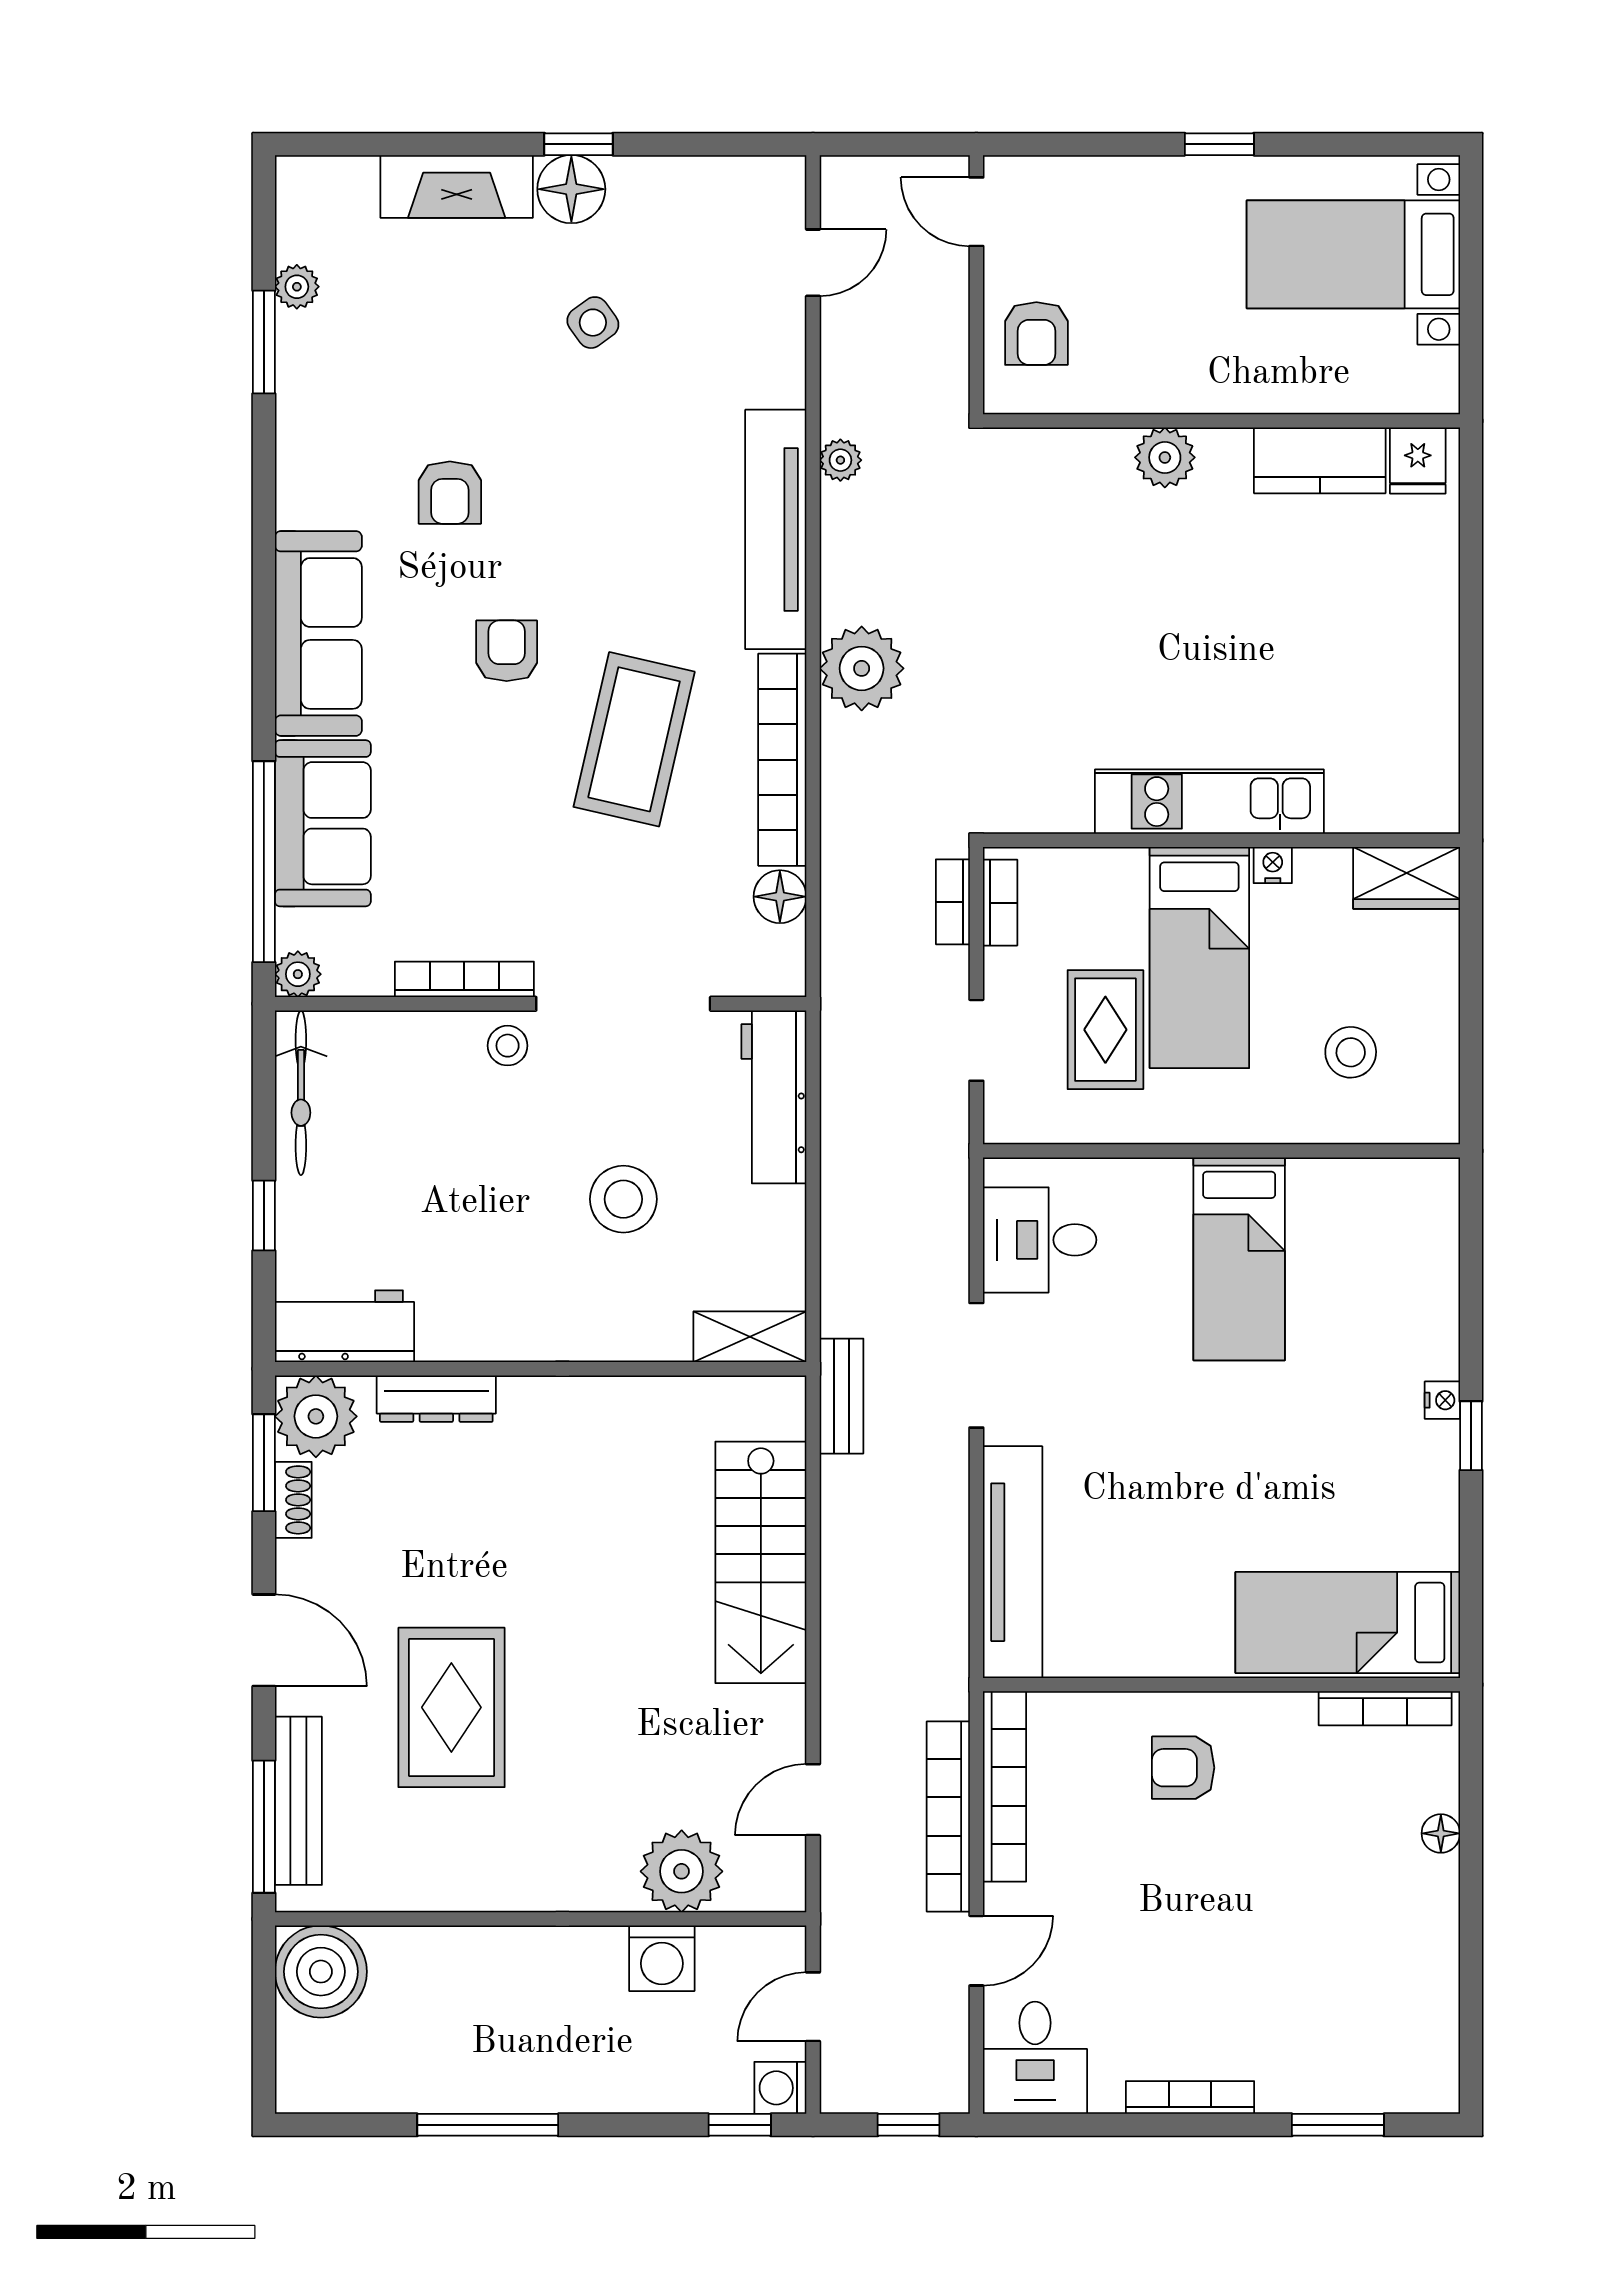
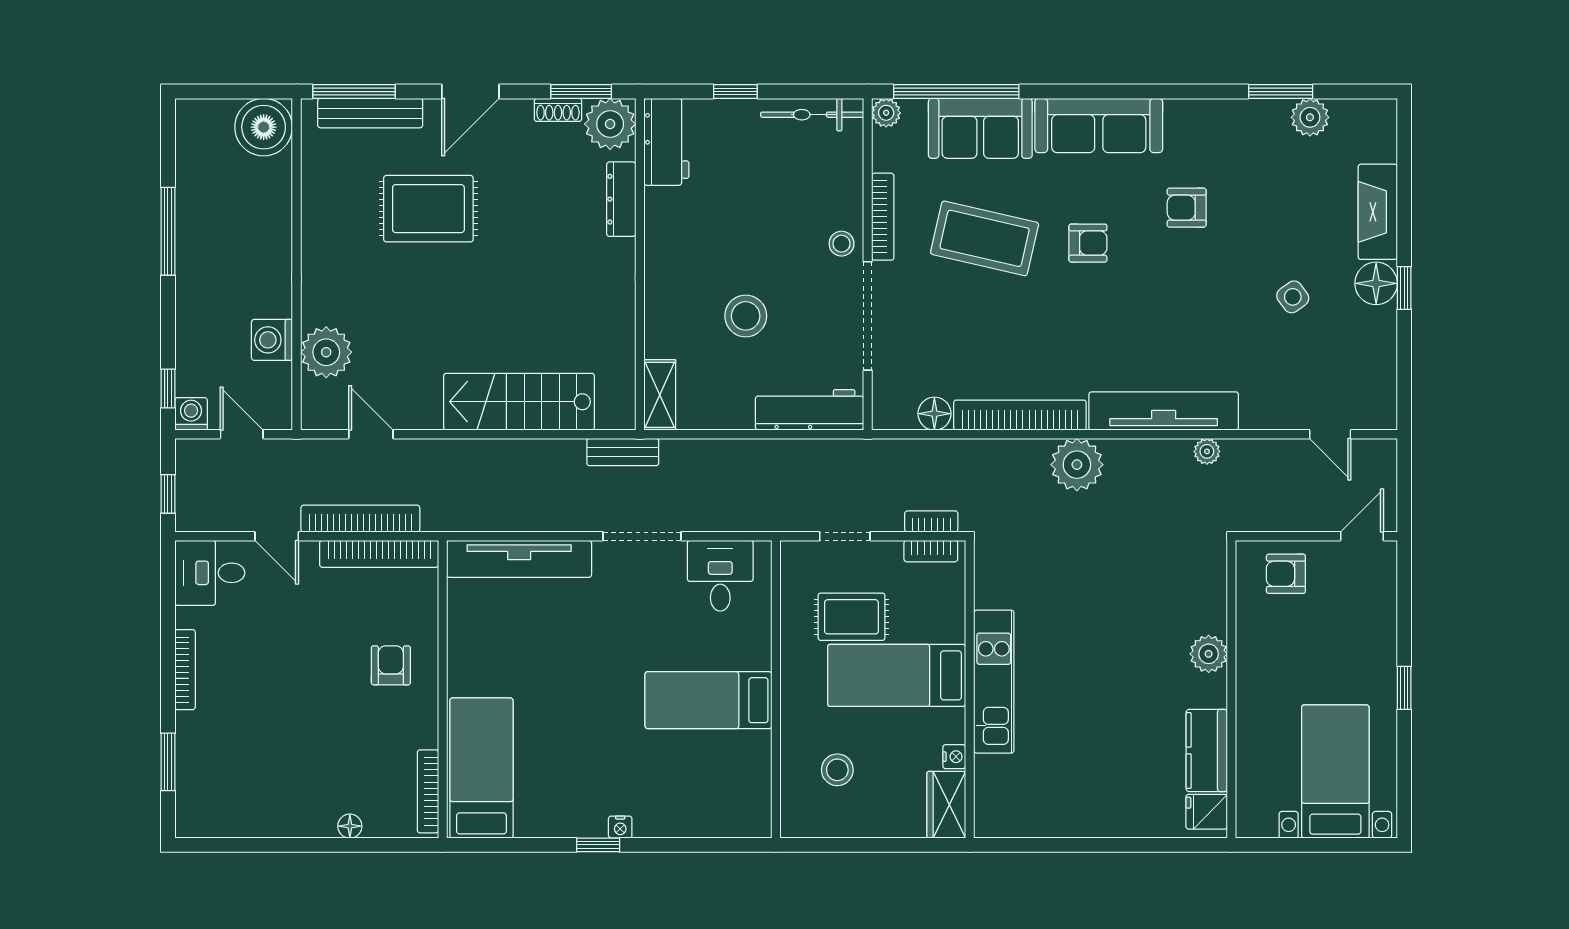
plant: (297, 287) -> (1310, 117), width x1.38, depth x1.38
coffee table: (634, 739) -> (985, 238), moved
nightstand: (1273, 865) -> (954, 757), moved

